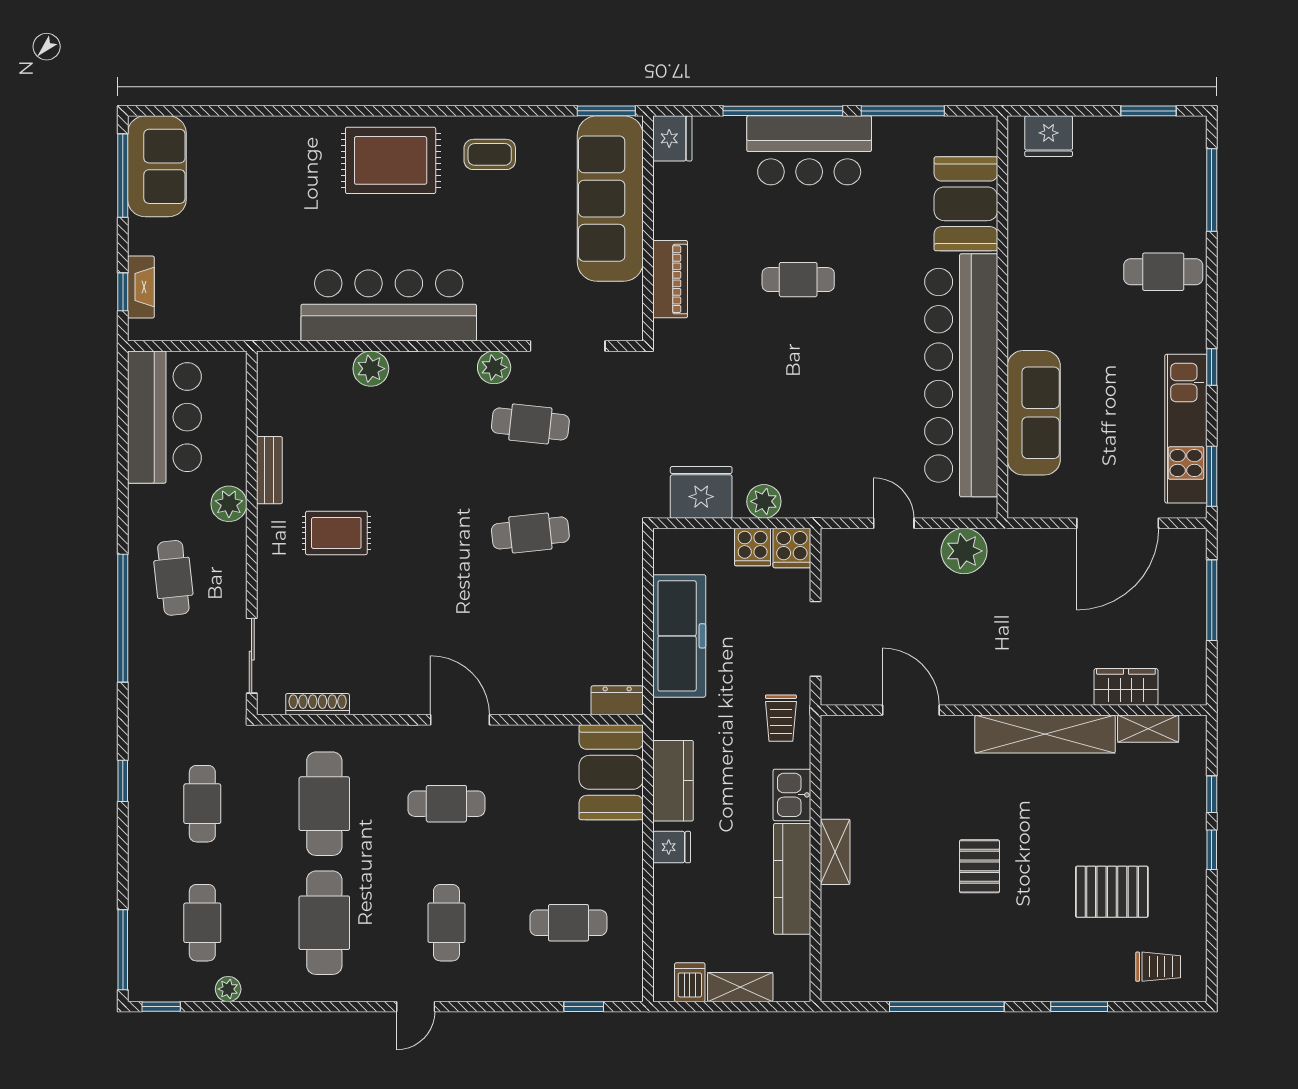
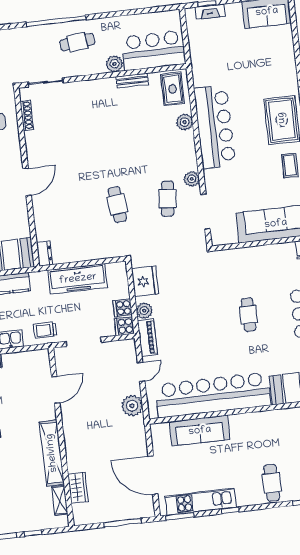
piano: (670, 279) -> (147, 338), moved, turned -90
bar counter: (164, 417) -> (154, 50), moved, turned 180
rug: (336, 533) -> (173, 89), moved

